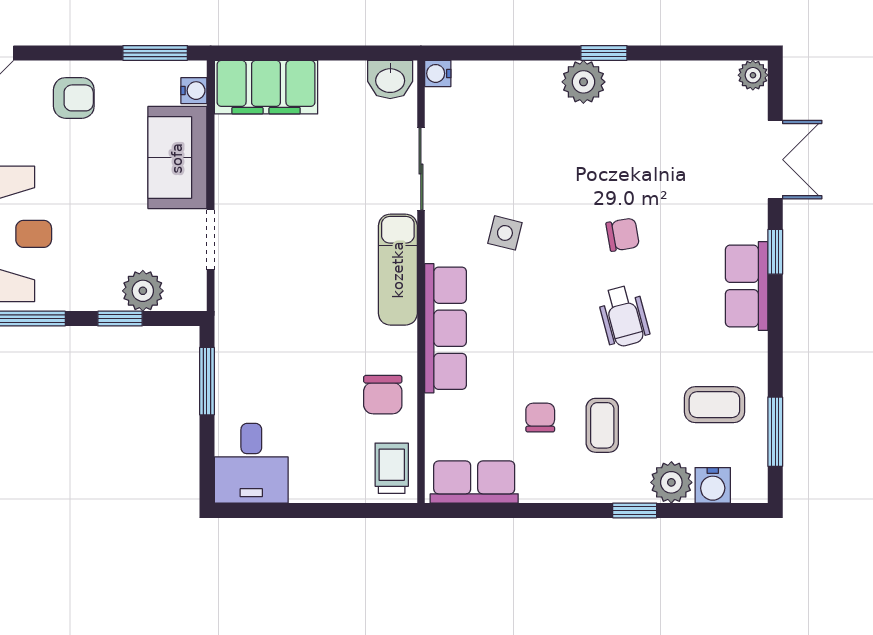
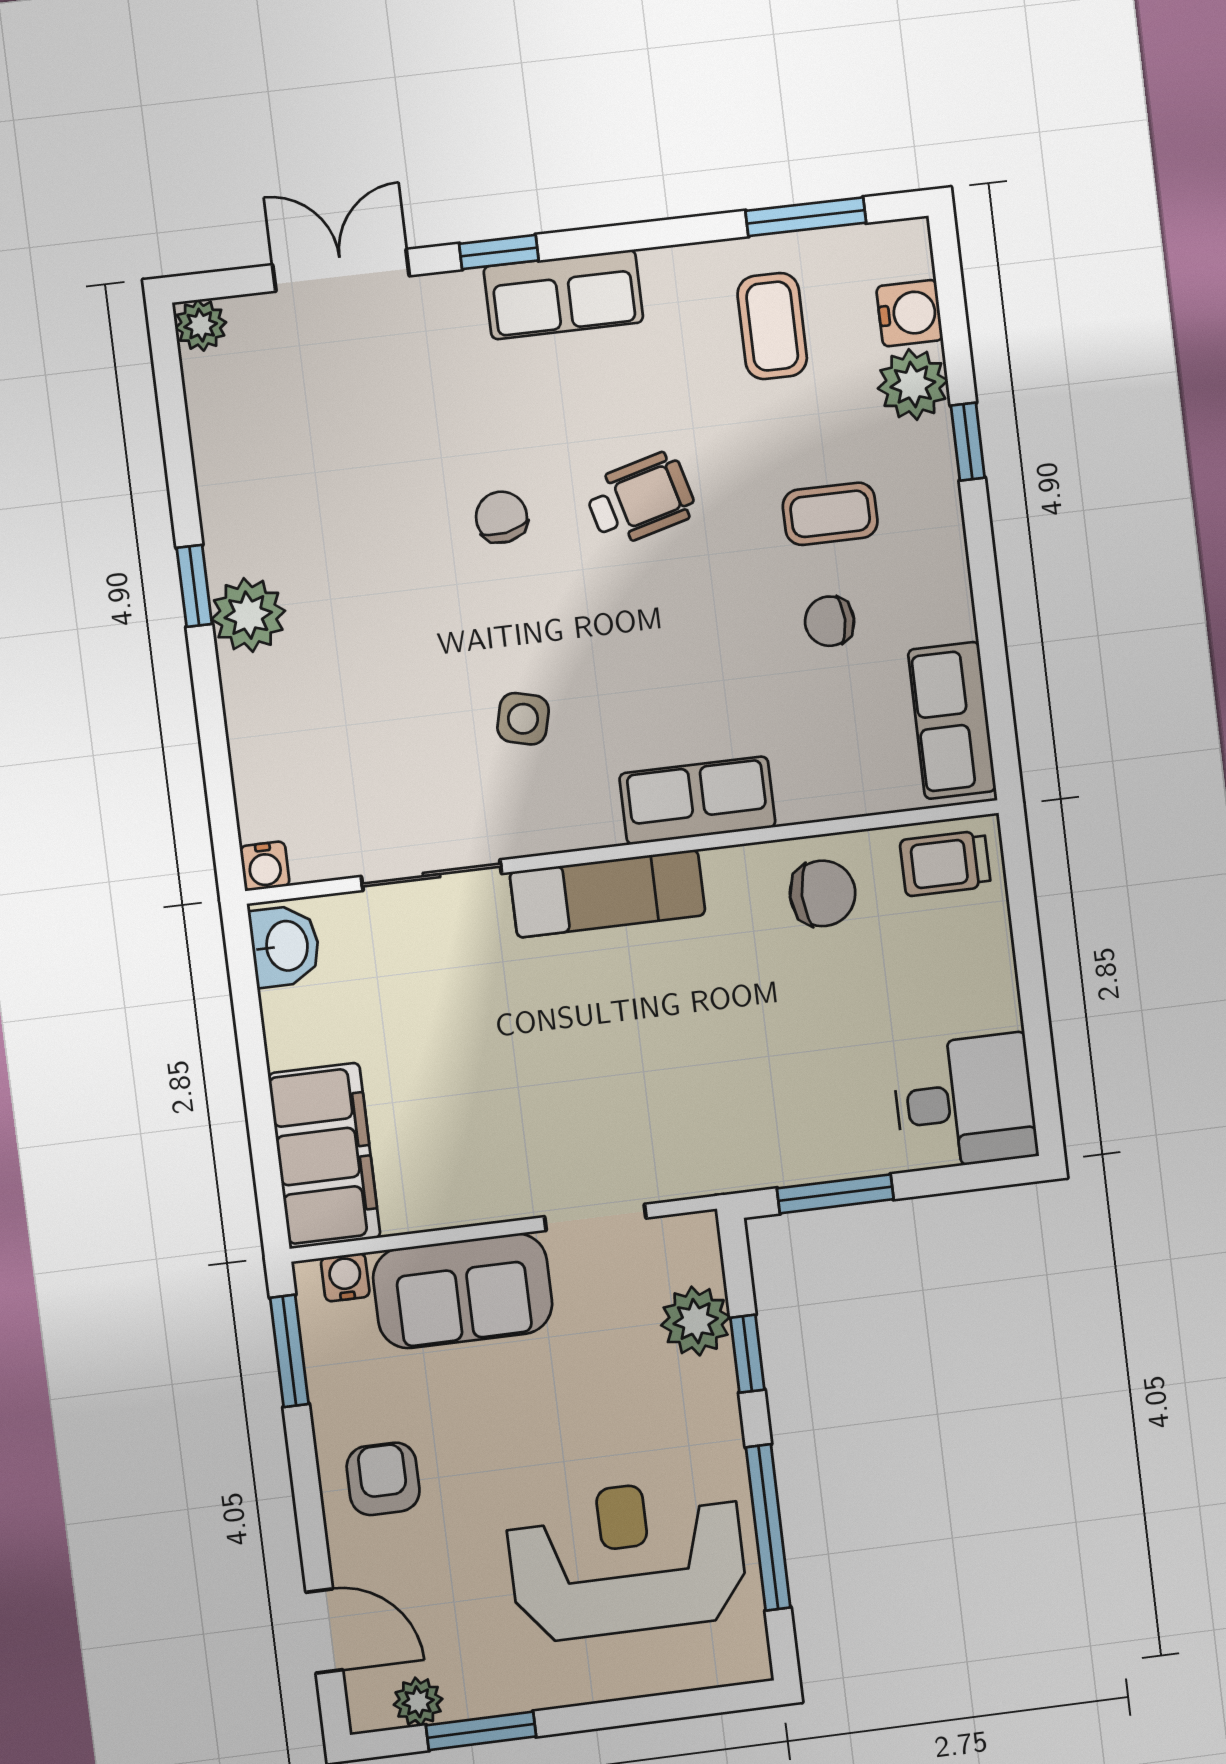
row of seats: (446, 328) -> (697, 800), width x0.68

